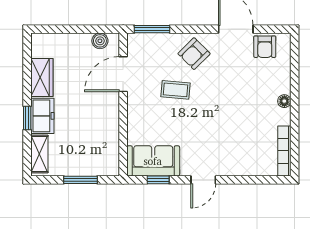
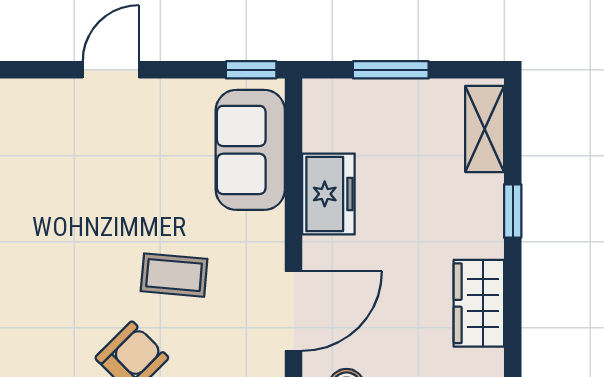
freezer: (42, 116) -> (328, 194), moved, turned 180
sofa: (153, 161) -> (250, 150), moved, turned 90
window: (158, 180) -> (251, 70), moved

